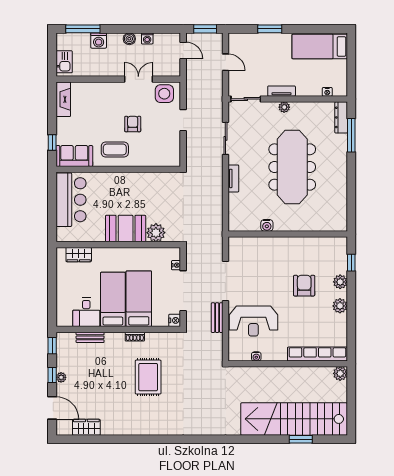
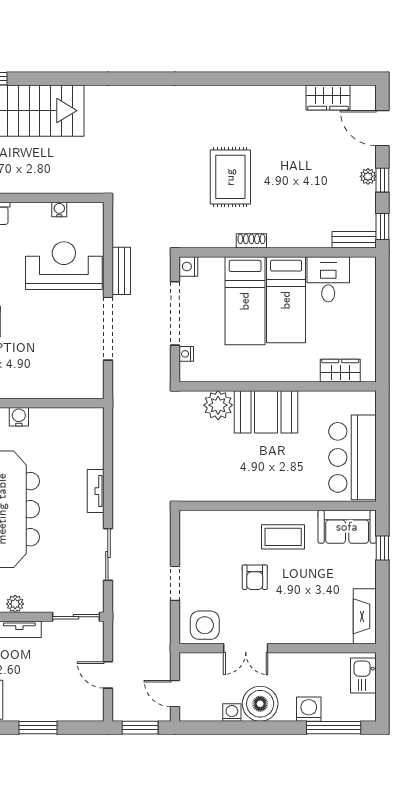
boiler: (129, 39) -> (260, 704), width x1.86, depth x1.86
water cooler: (267, 225) -> (19, 417), moved
bench: (90, 337) -> (354, 240), moved

